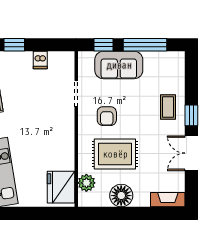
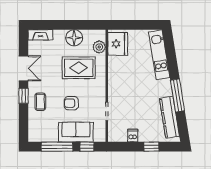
armchair: (107, 116) -> (71, 103), moved, turned -90

